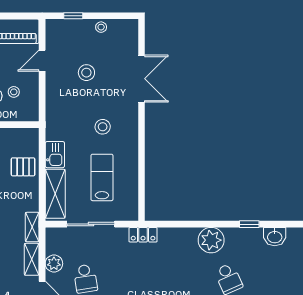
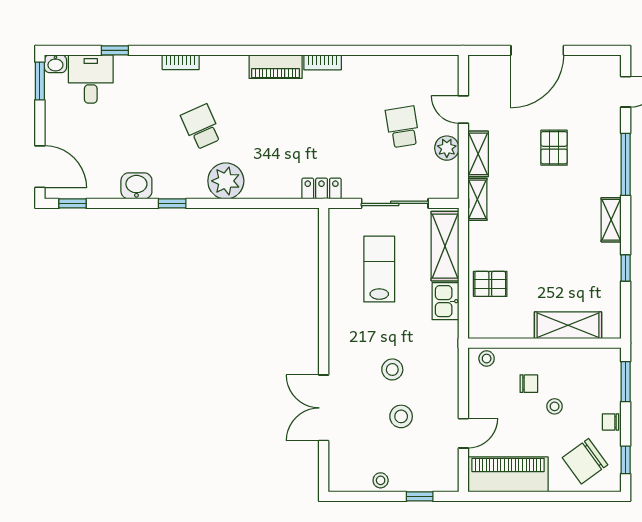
stool: (14, 92) -> (487, 359), moved
stool: (103, 127) -> (392, 369), moved
lab bench: (102, 177) -> (379, 269), turned 180

